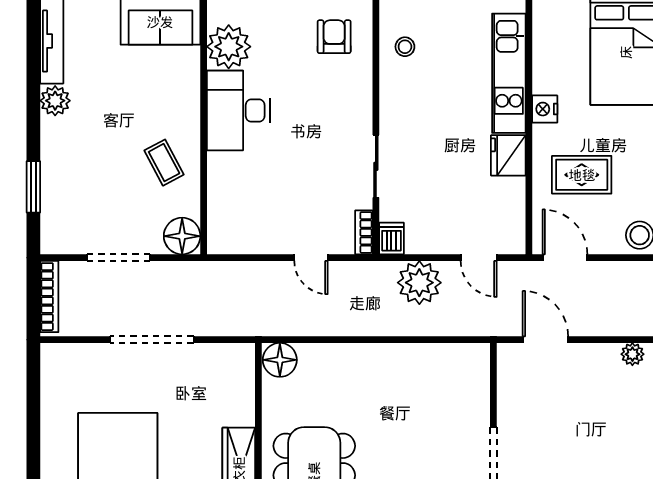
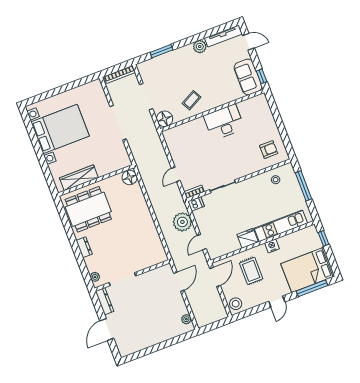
plant: (229, 47) -> (248, 108), removed

